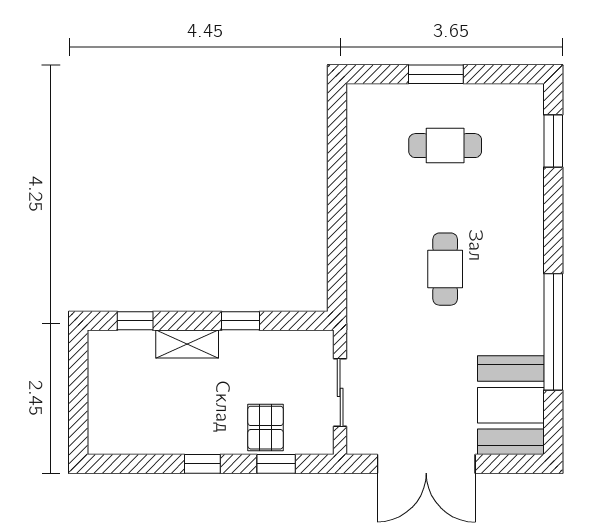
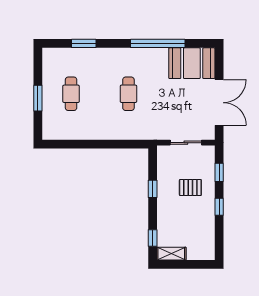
window: (553, 141) -> (84, 43), moved
cafe table: (445, 269) -> (128, 94), turned 90
shelving: (187, 344) -> (171, 254), moved, turned 90
pallet: (266, 428) -> (190, 188), moved

